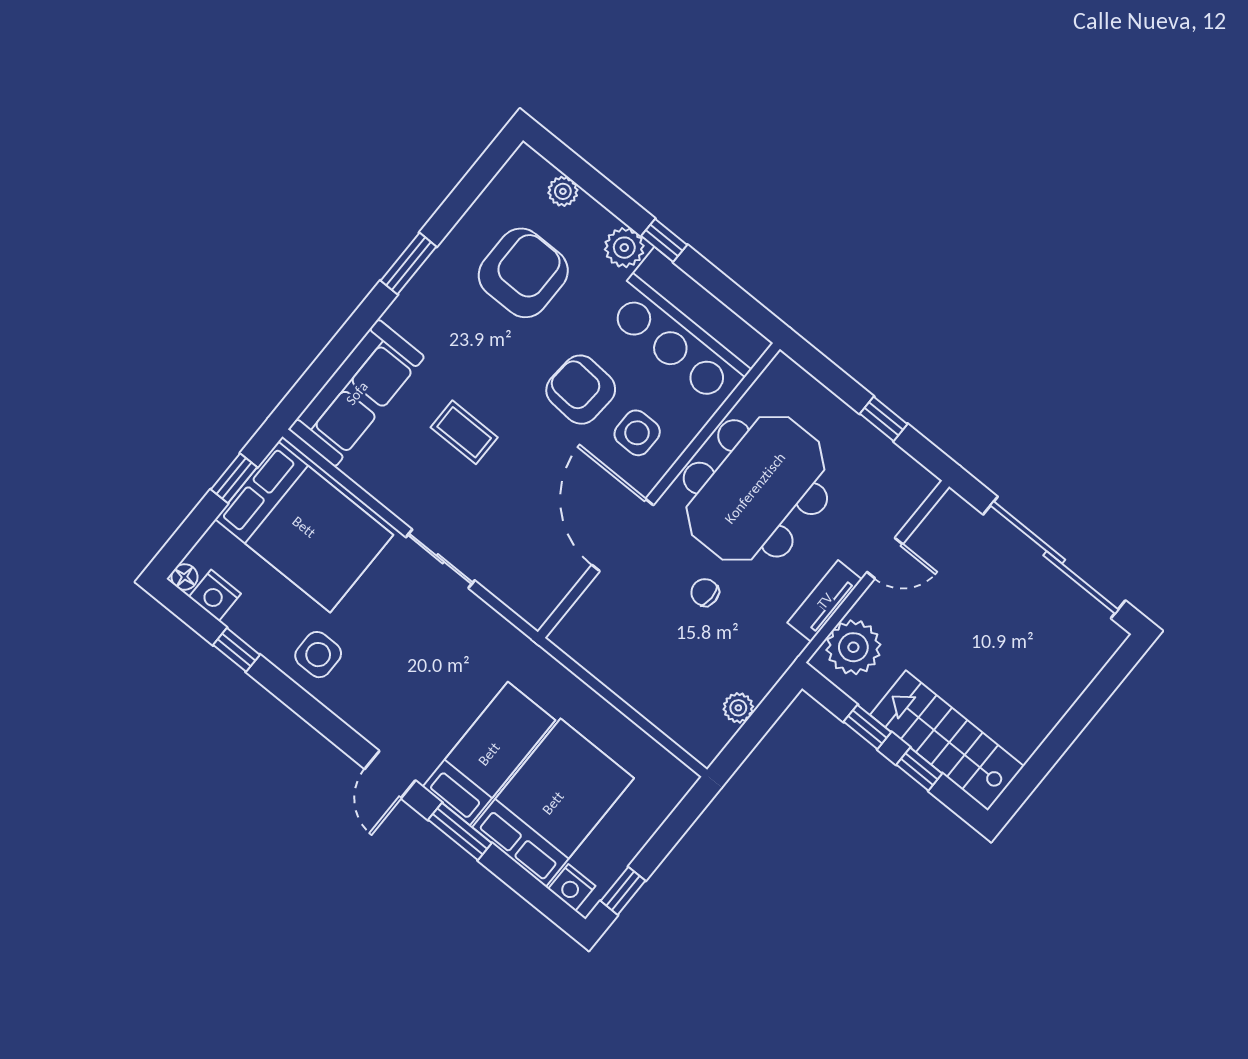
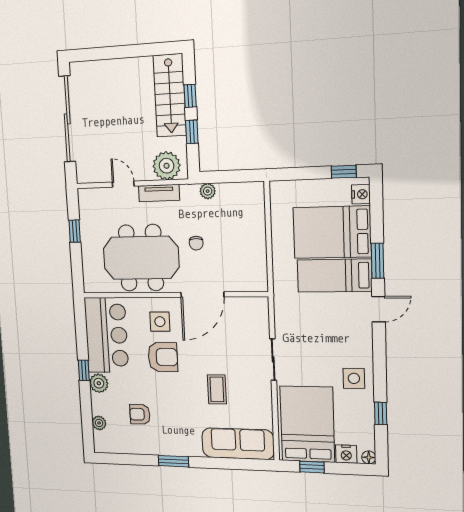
armchair: (523, 273) -> (140, 414), width x0.53, depth x0.53
armchair: (581, 390) -> (163, 357), turned -94
nightstand: (215, 595) -> (346, 454), moved, turned 90
plant: (738, 708) -> (208, 191), moved

